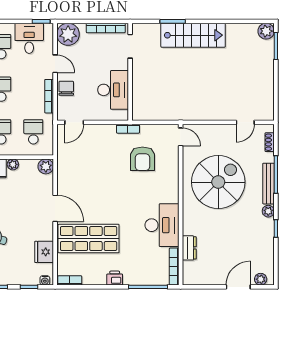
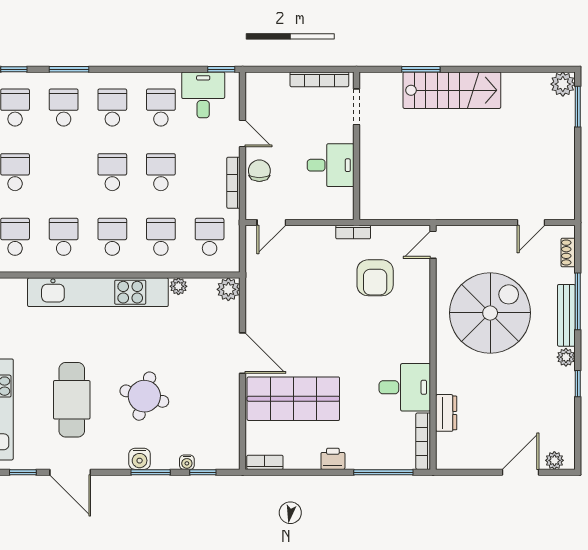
plant: (68, 34) -> (262, 89), removed
desk: (113, 90) -> (331, 165), width x0.73
door: (181, 137) -> (433, 245), swing flipped
desk: (162, 225) -> (405, 387), width x0.73
fridge: (44, 252) -> (226, 419), removed
water cooler: (45, 280) -> (187, 462), moved

